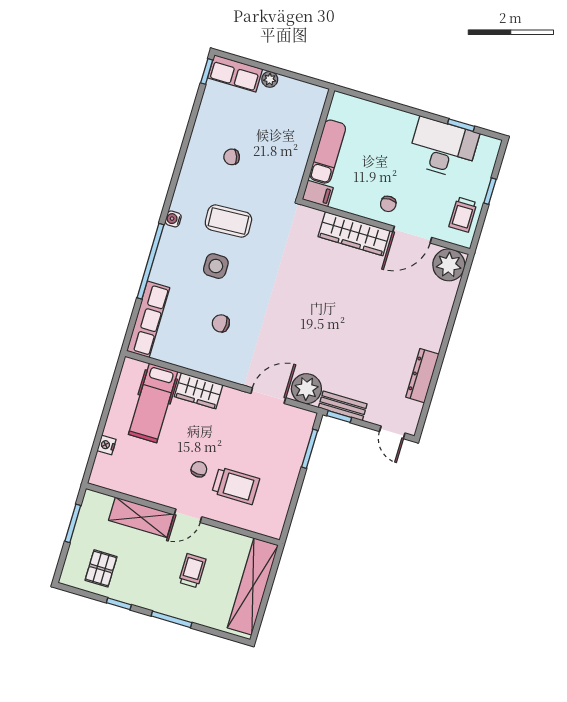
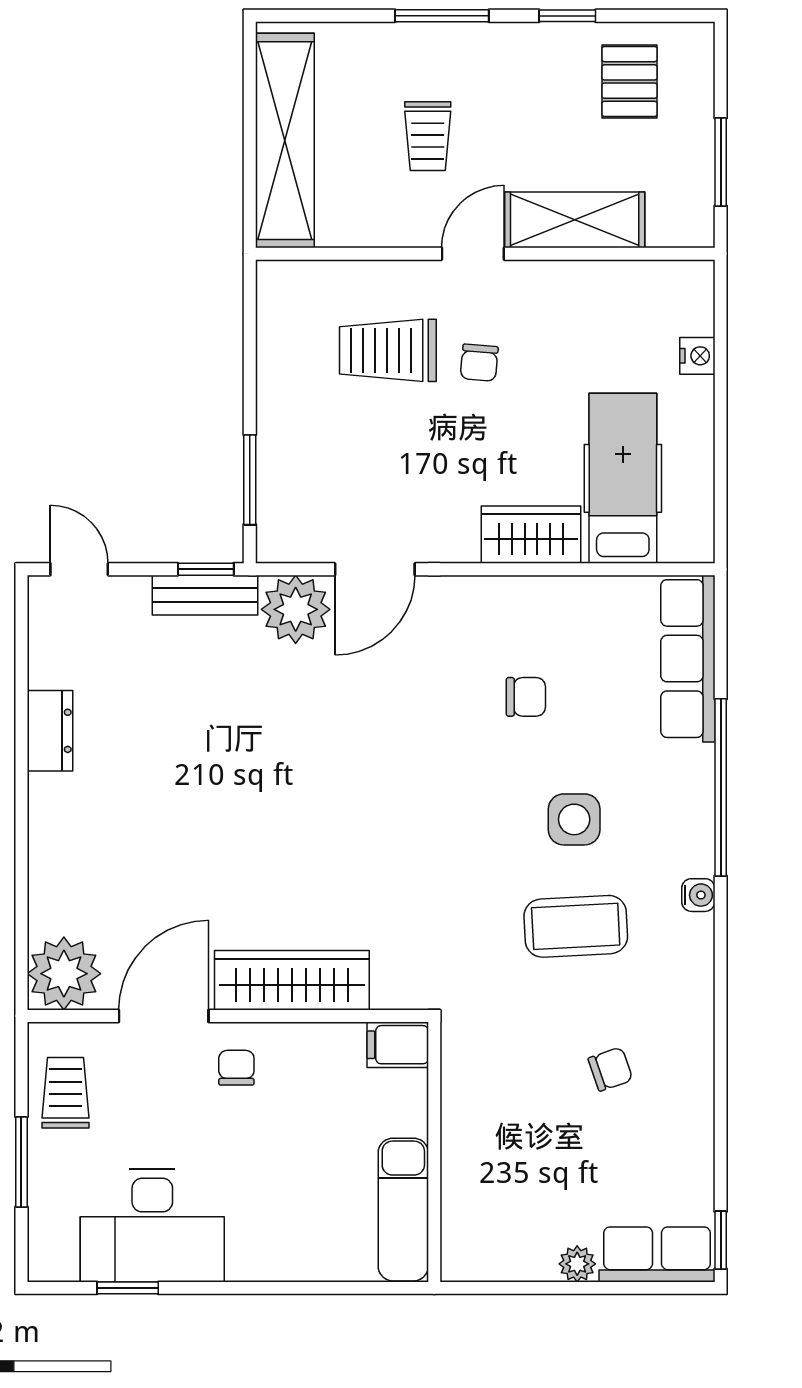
exam couch: (328, 152) -> (403, 1210), moved
window: (490, 191) -> (21, 1162), width x1.50
dresser: (422, 376) -> (50, 731), width x0.70

